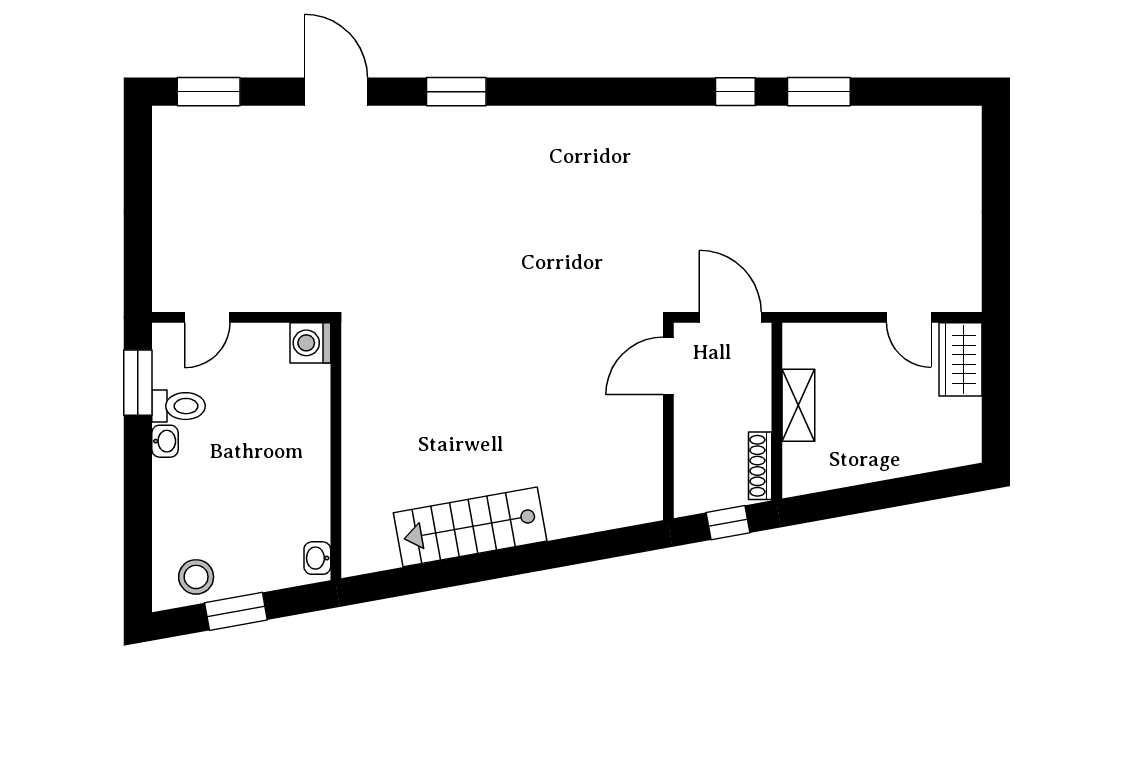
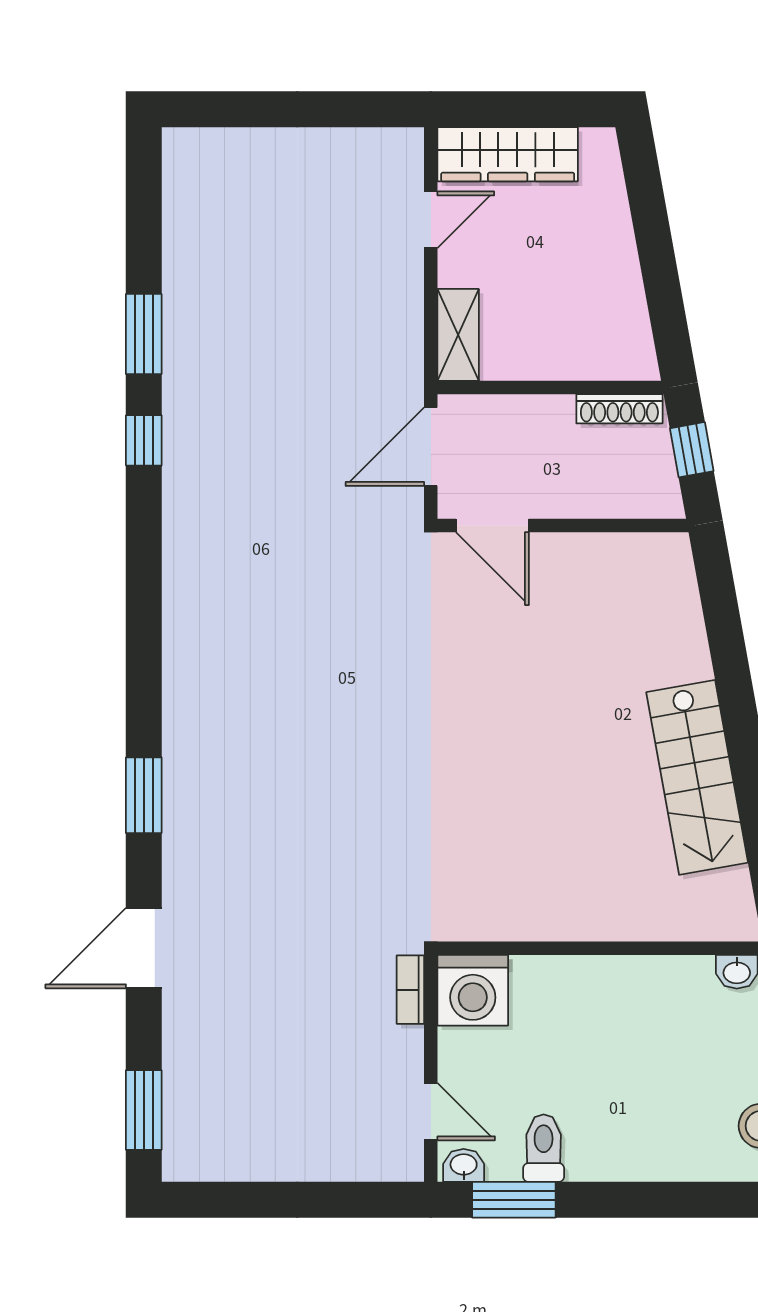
bookcase: (303, 301) -> (410, 990), added
washing machine: (310, 343) -> (473, 990), width x1.37, depth x1.37
wardrobe: (960, 359) -> (508, 154), width x1.50
shelving: (798, 405) -> (458, 335), moved, turned 90
washbasin: (165, 441) -> (464, 1165), moved

